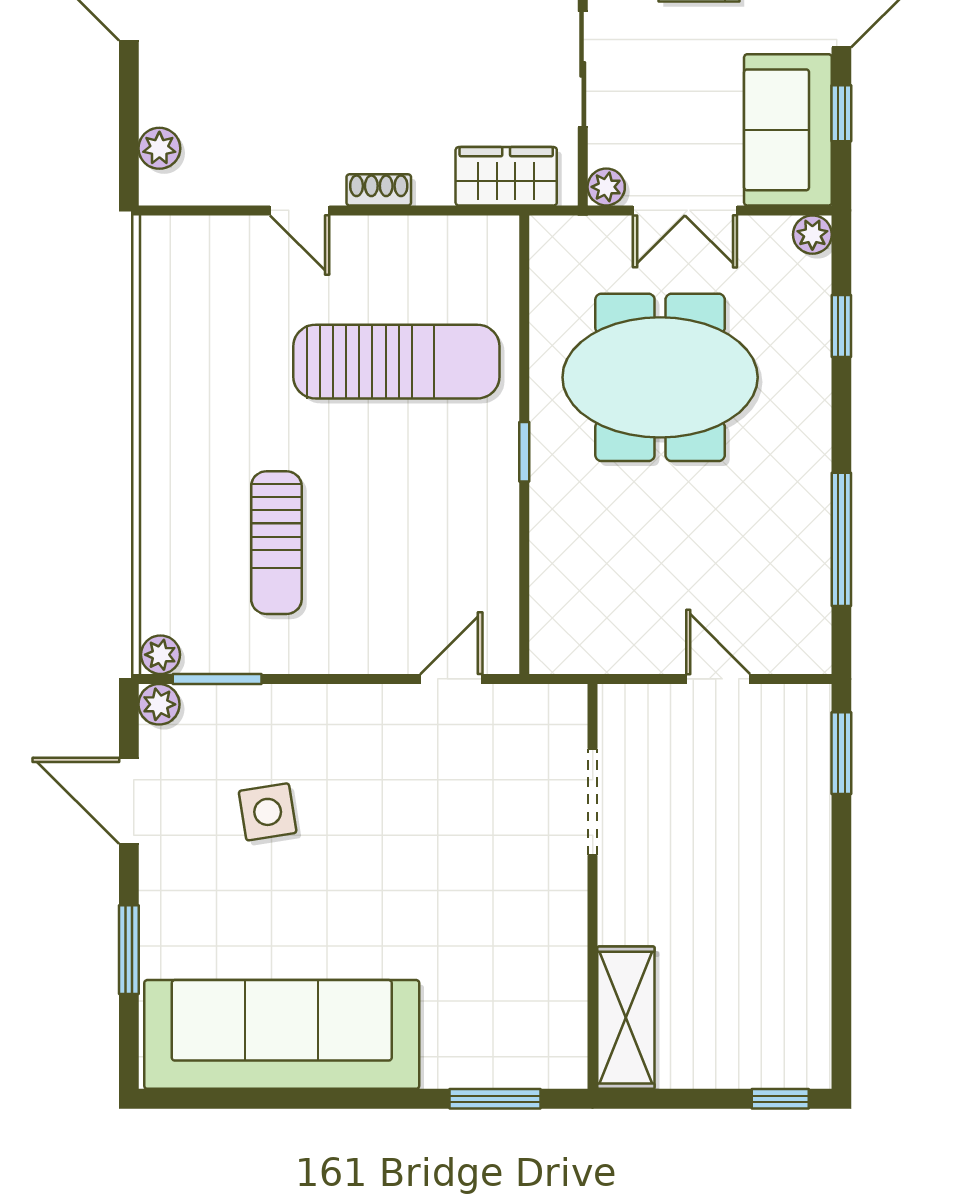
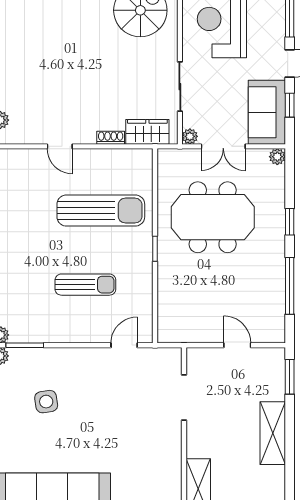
shoe rack: (379, 190) -> (111, 138), moved
window: (841, 326) -> (290, 222), moved
sun lounger: (276, 543) -> (85, 285), moved, turned -90
shelving: (802, 886) -> (273, 433), added

